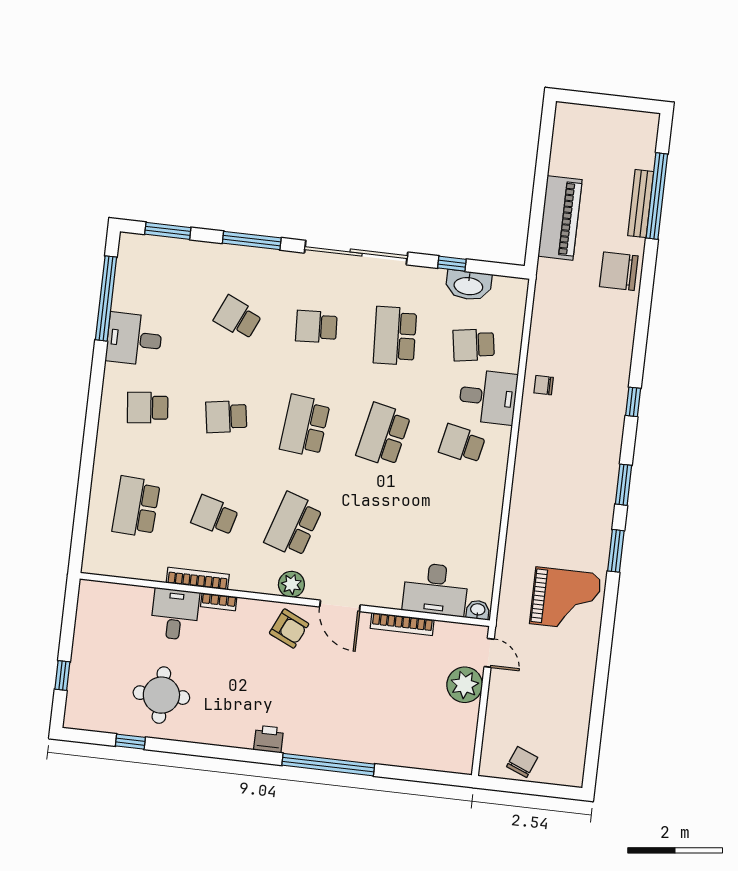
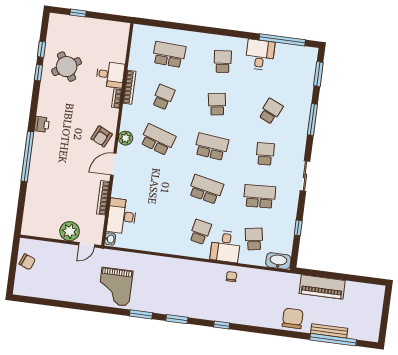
sliding door: (356, 253) -> (305, 176), width x0.54
washbasin: (468, 285) -> (278, 261), moved, turned 90
round table: (161, 695) -> (67, 67), turned -32
window: (173, 747) -> (38, 73), added

